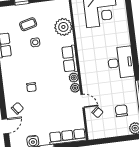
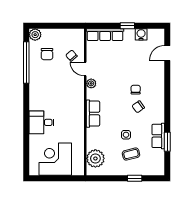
plant: (63, 27) -> (95, 158), moved
desk: (121, 62) -> (42, 122), moved, width x0.73
plant: (74, 78) -> (91, 94), removed
chair: (17, 108) -> (138, 107), moved

